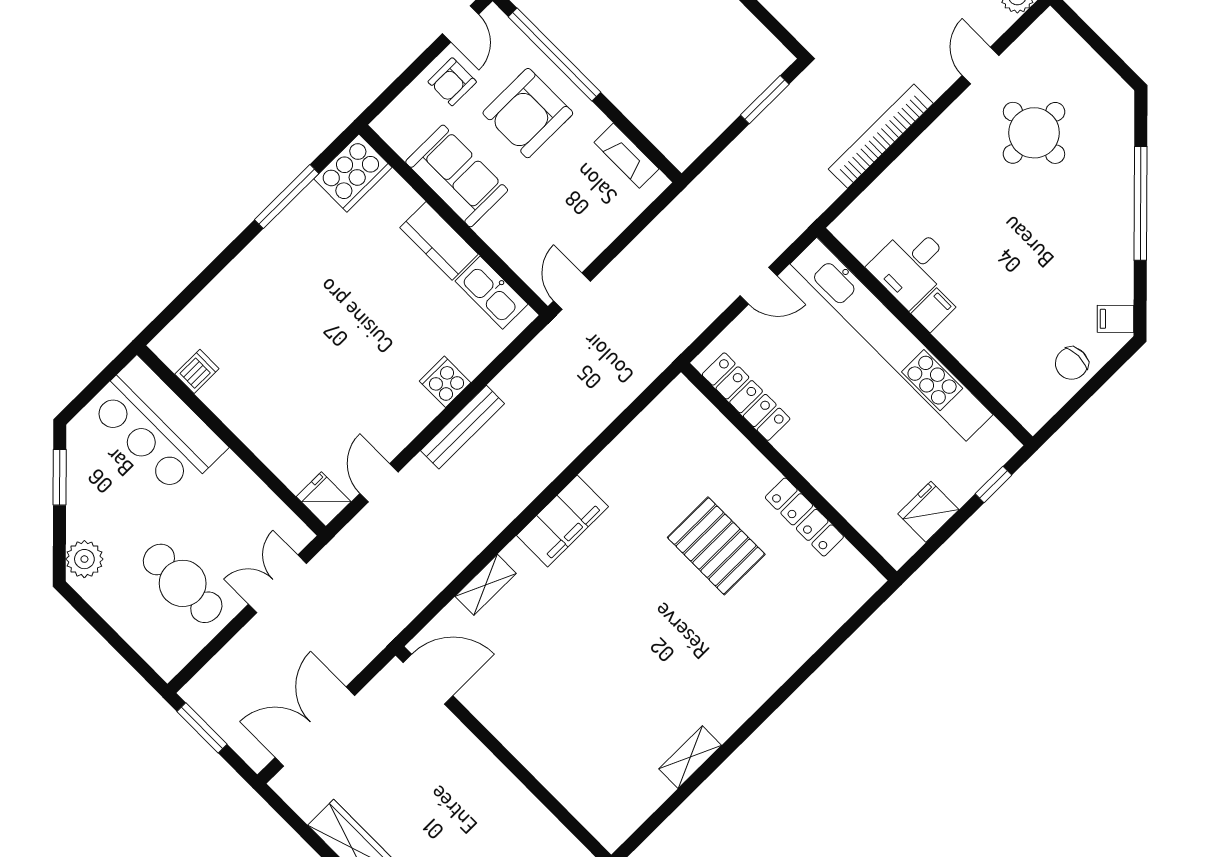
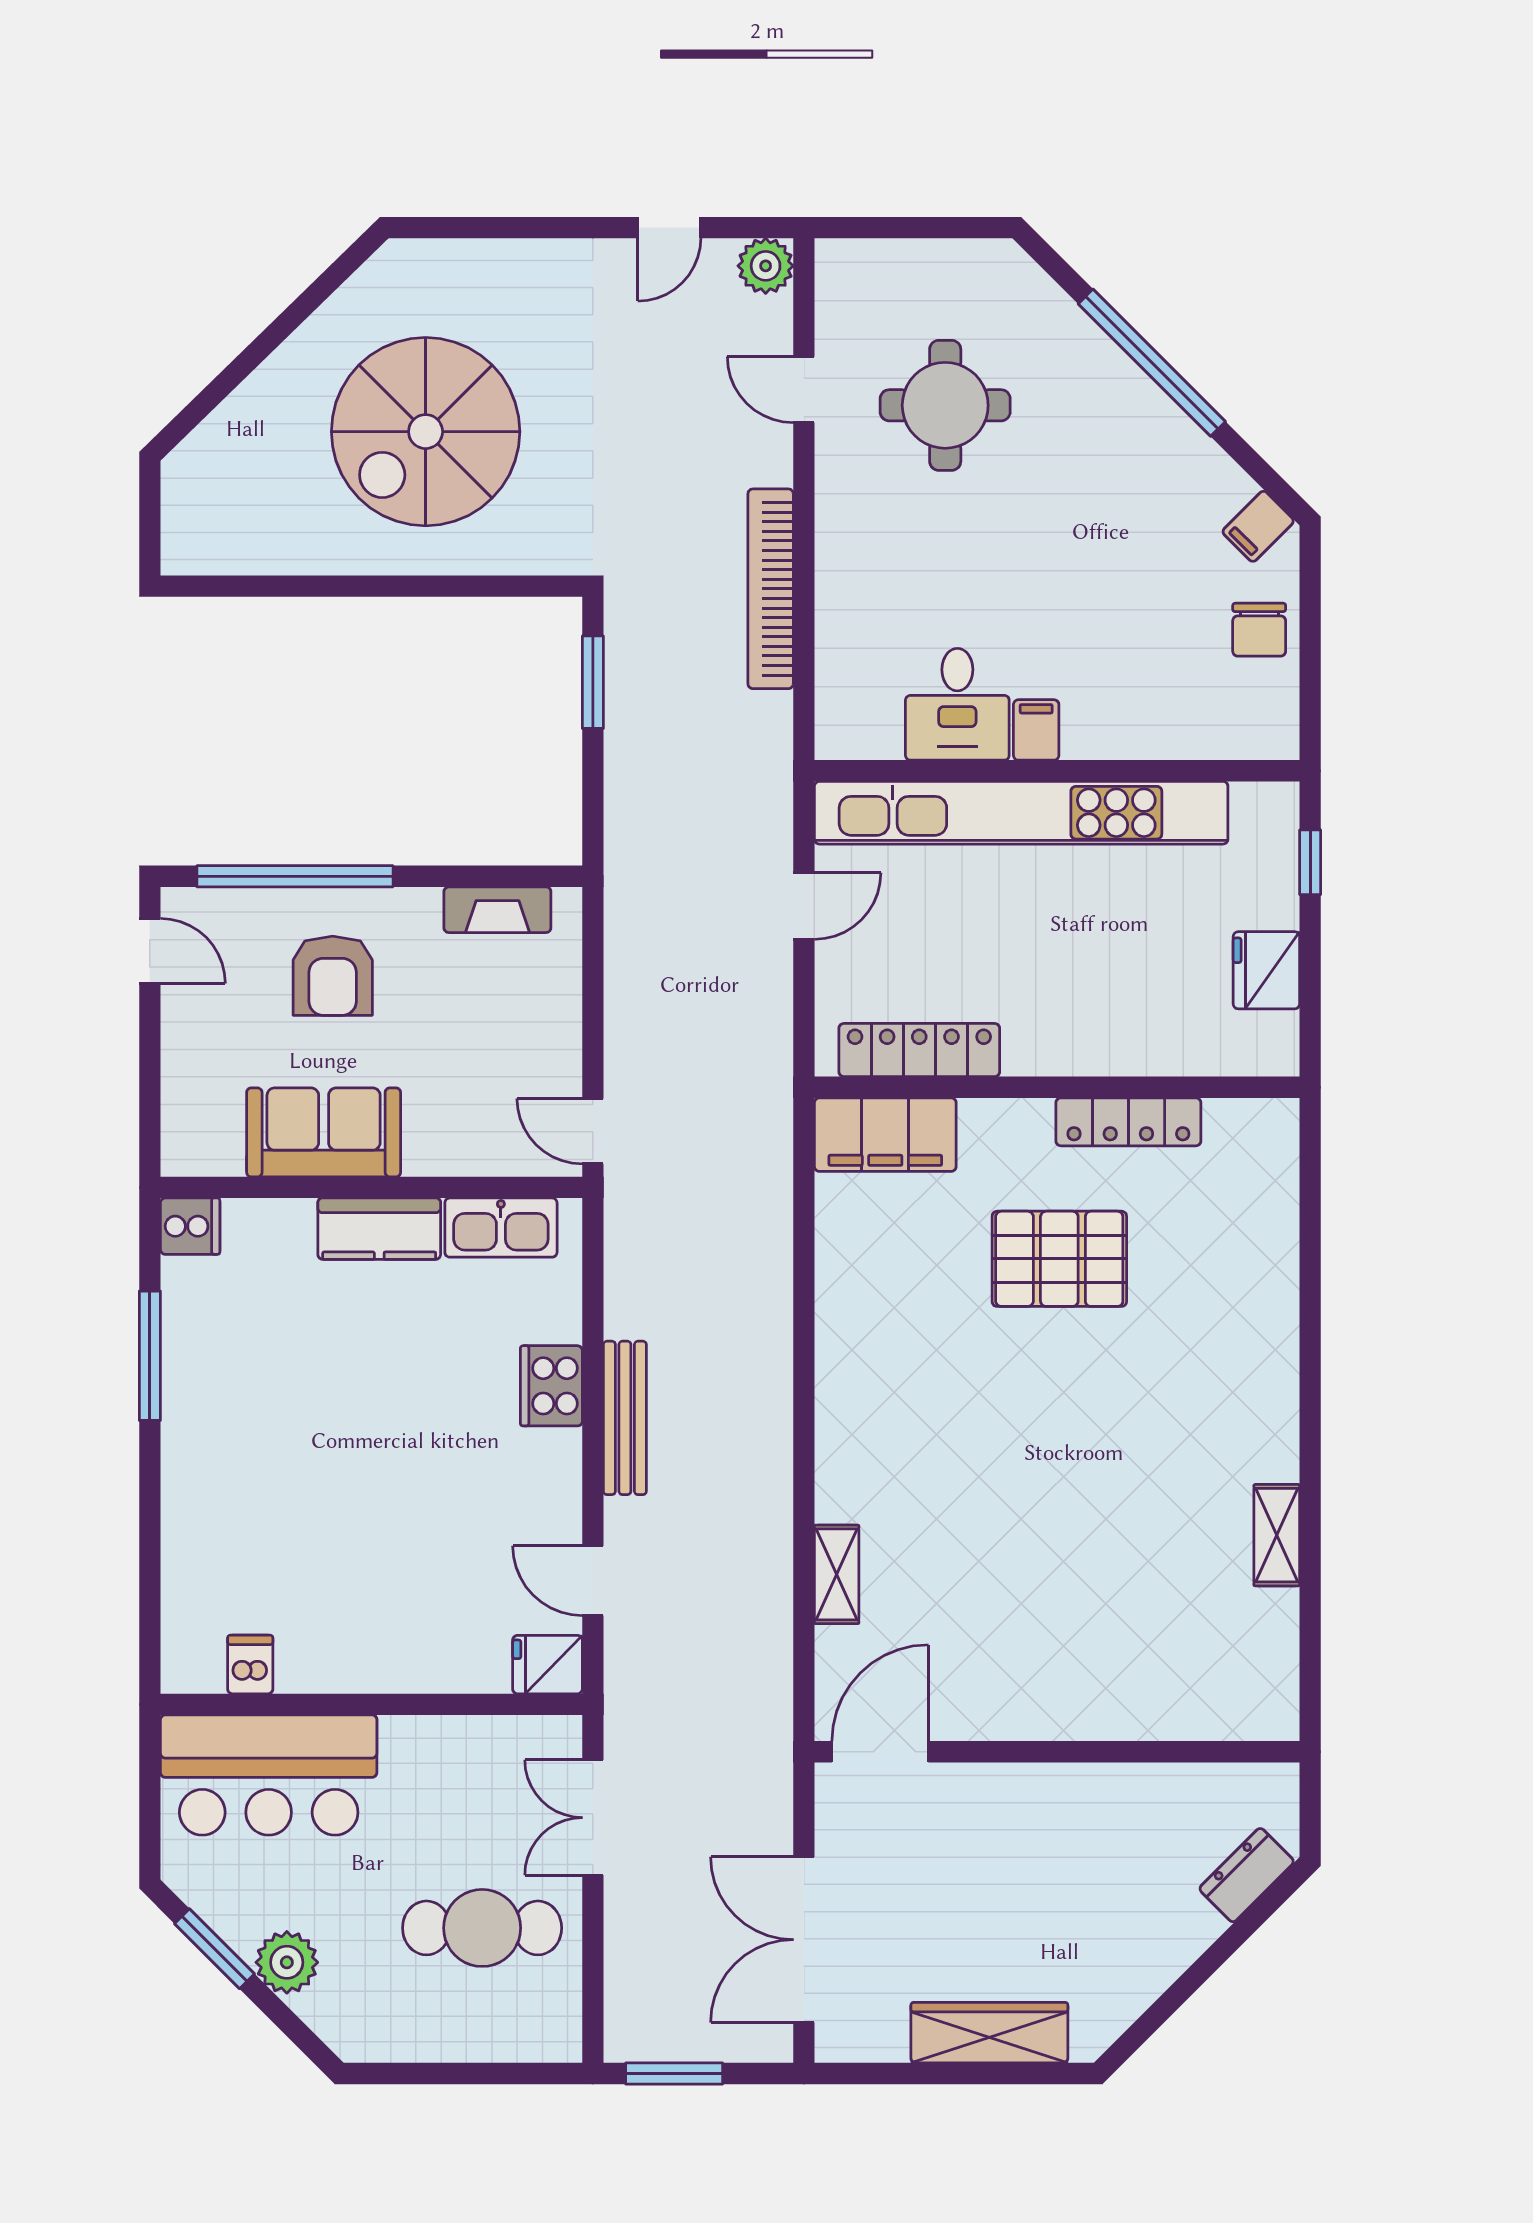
armchair: (452, 82) -> (208, 1028), removed
armchair: (528, 113) -> (333, 976), width x0.73, depth x0.73
cooker: (353, 173) -> (190, 1226), width x0.53, depth x0.76
cooker: (445, 382) -> (551, 1386), width x1.36
filing cabinet: (562, 521) -> (885, 1135), moved, turned 90
plant: (84, 559) -> (287, 1962), moved

